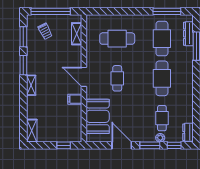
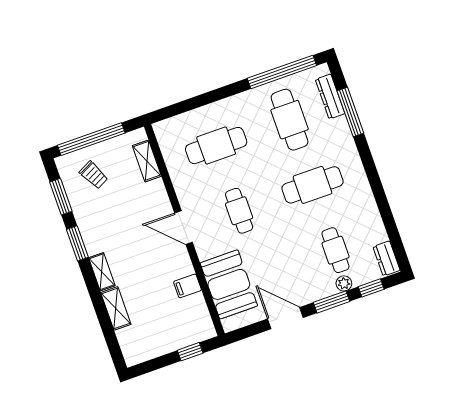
window: (167, 11) -> (282, 72), width x1.46
cafe table: (162, 78) -> (312, 185), turned 90
filing cabinet: (75, 99) -> (187, 286), moved
shelving: (32, 131) -> (116, 308), moved

